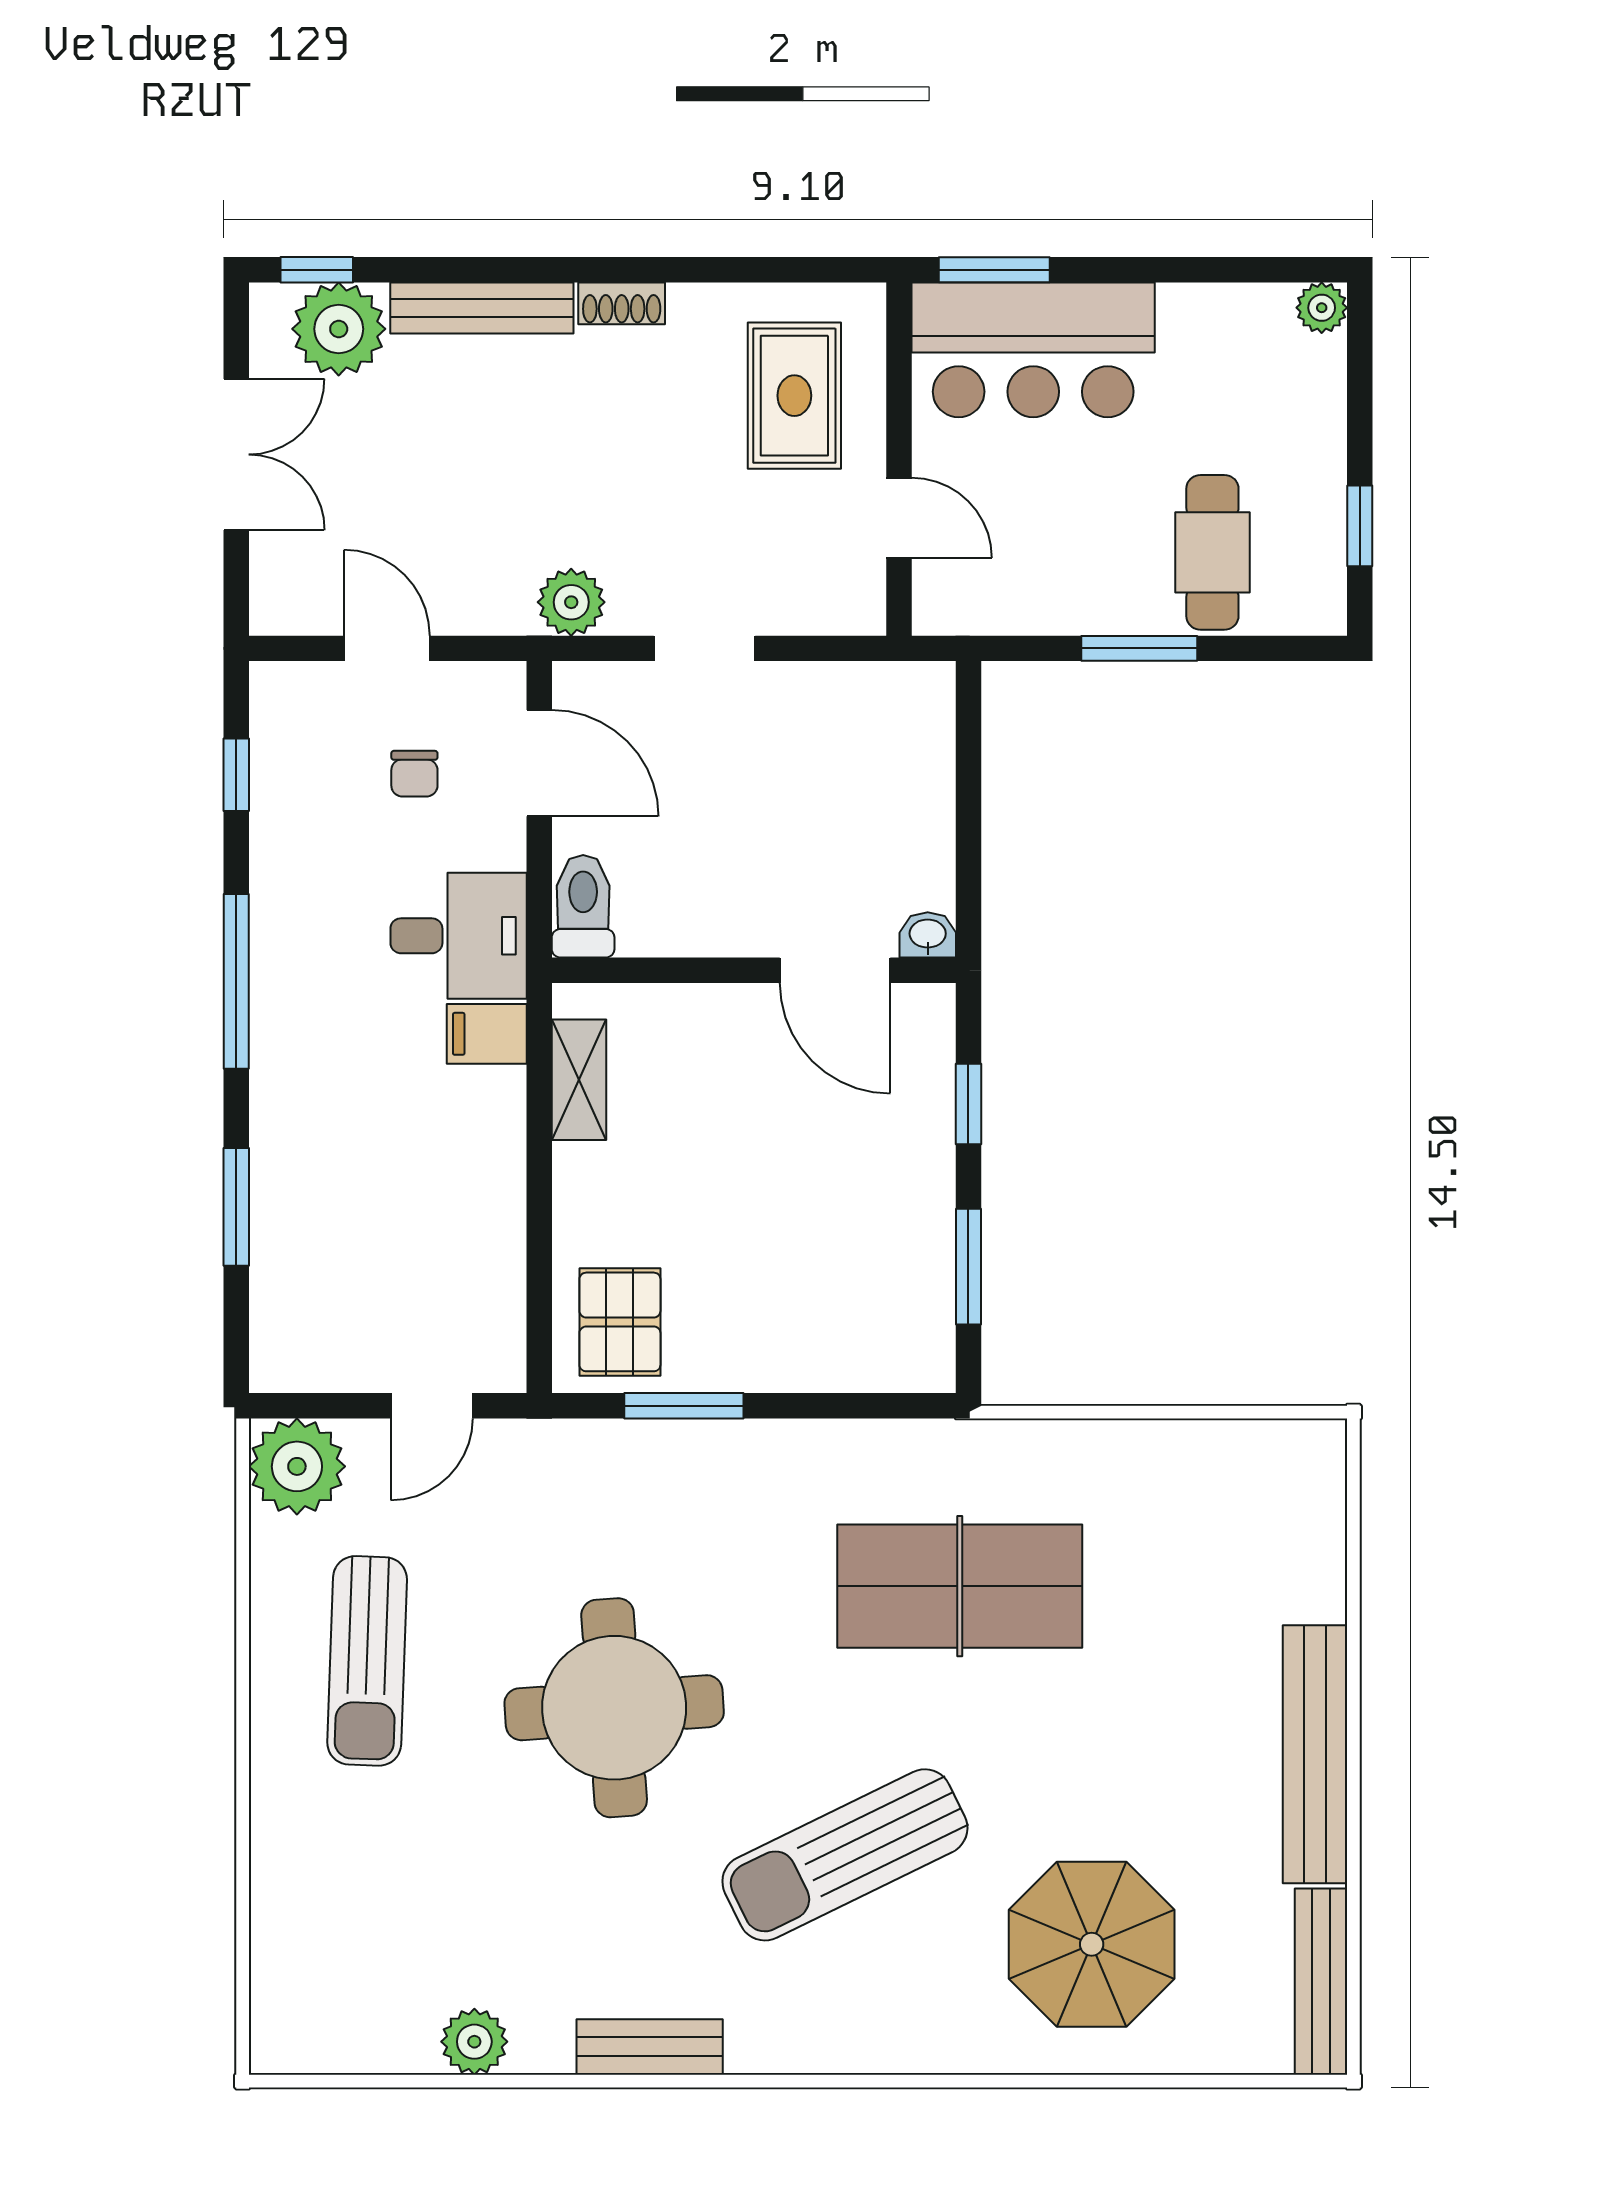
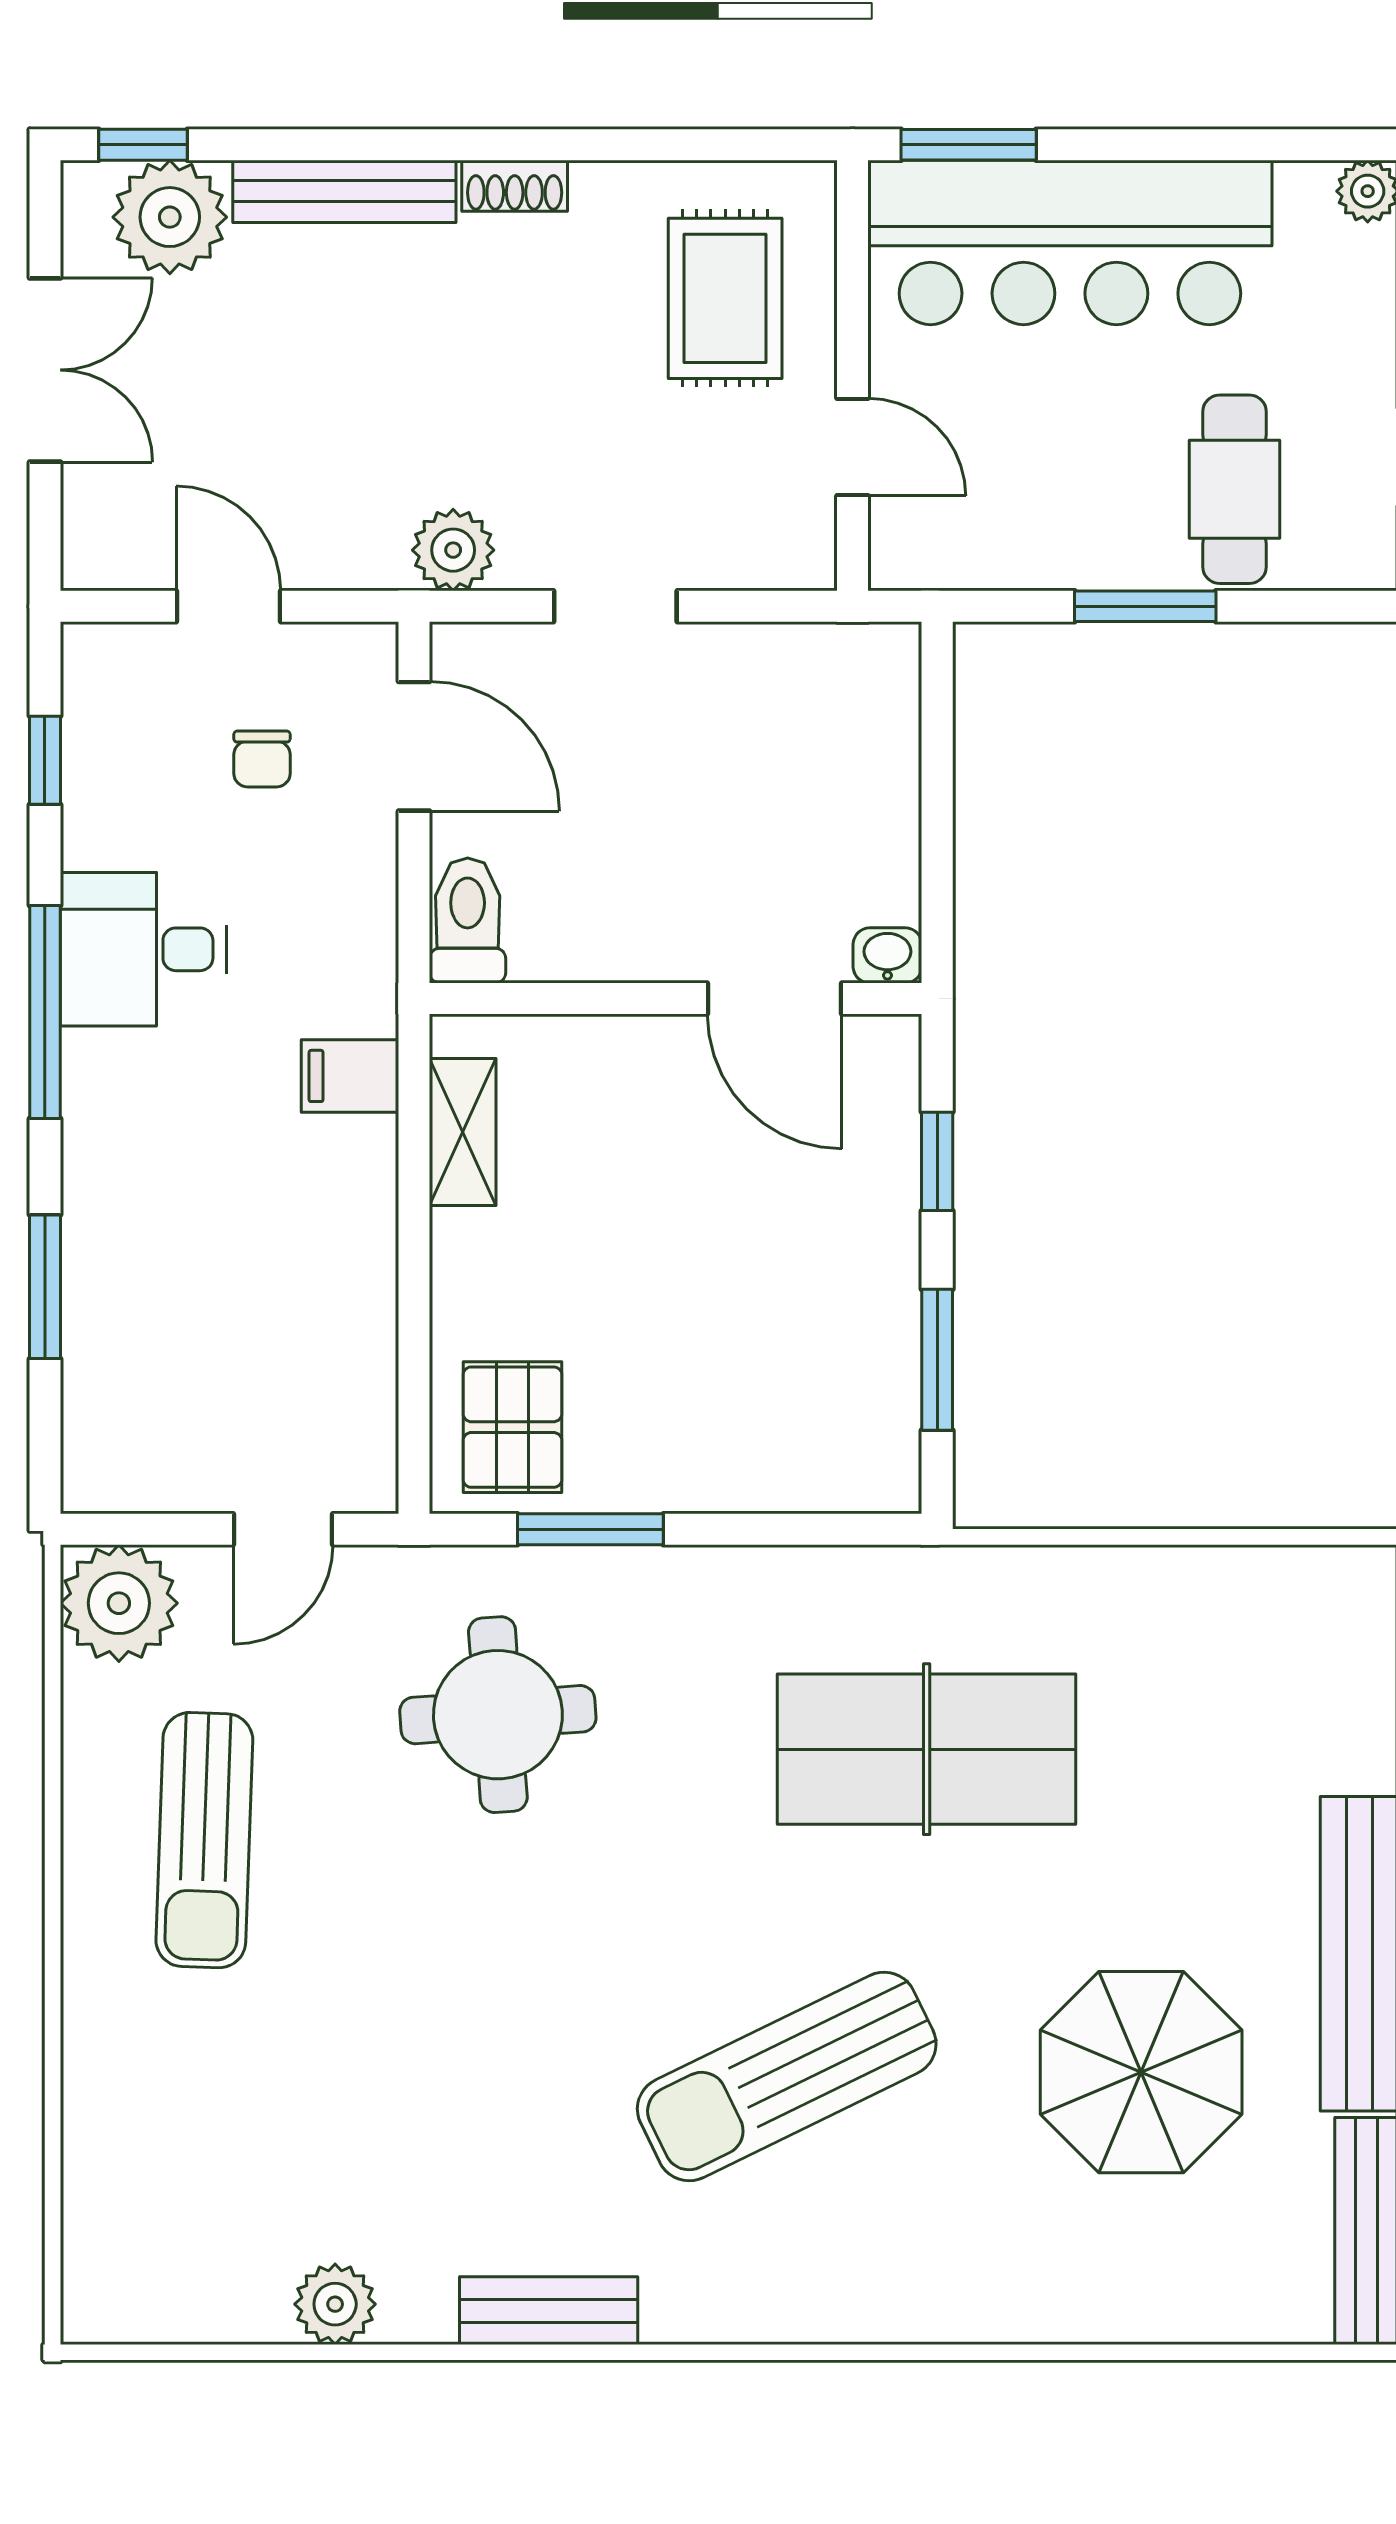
bar counter: (1033, 350) -> (1070, 242), width x1.36
desk: (459, 936) -> (143, 949), moved, turned 180
round table: (614, 1708) -> (498, 1715), moved, width x0.73, depth x0.73
parasol: (1092, 1944) -> (1141, 2072), moved

